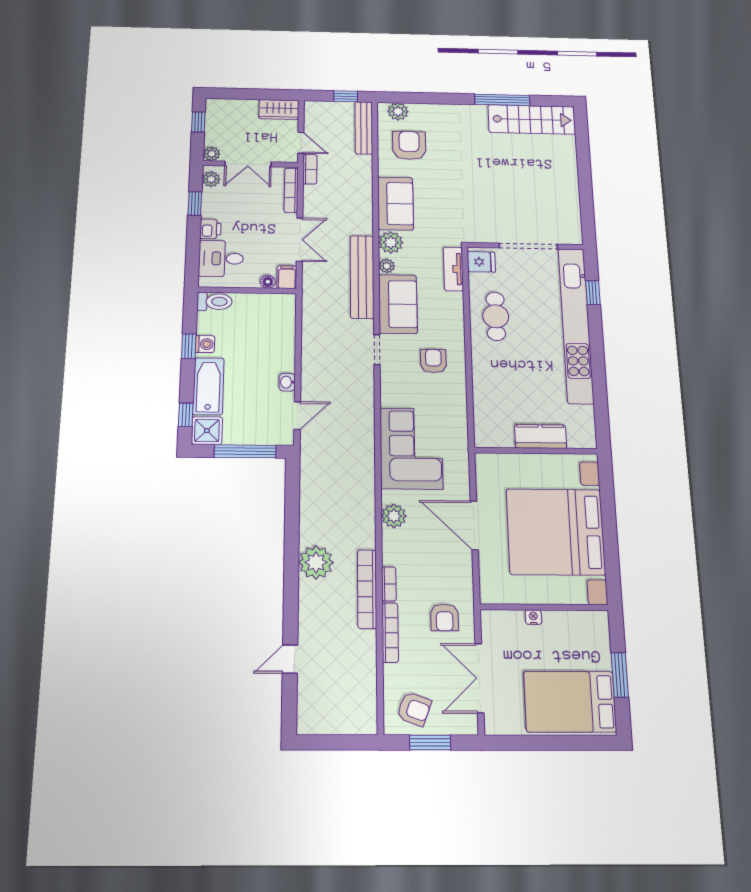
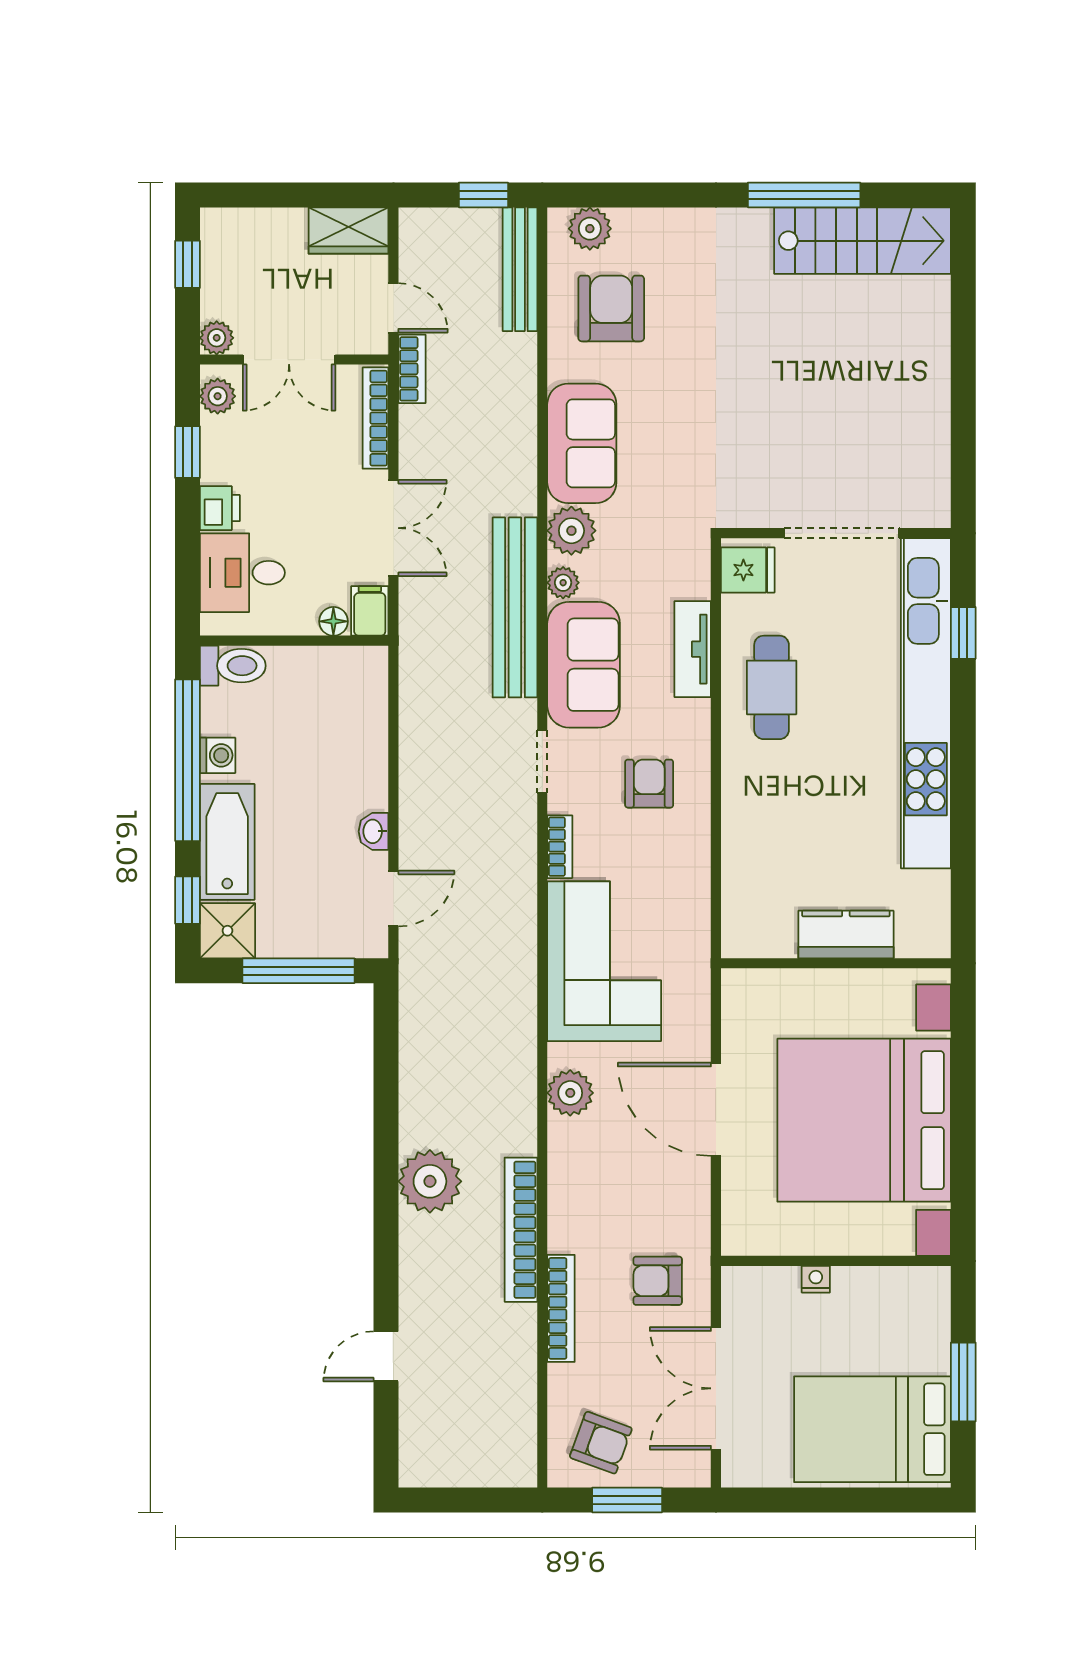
tv unit: (453, 269) -> (693, 649), moved
window: (189, 346) -> (187, 760), width x3.17
bookcase: (389, 584) -> (560, 847), moved
armchair: (445, 617) -> (658, 1281), turned 90

